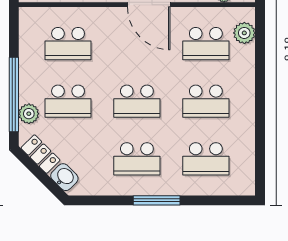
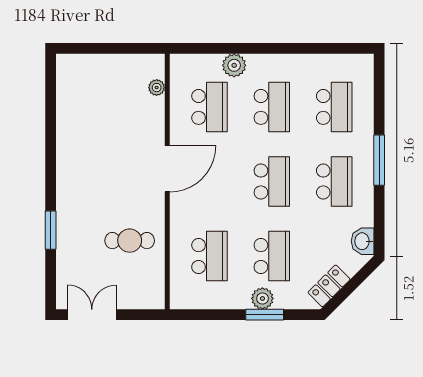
plant: (244, 33) -> (234, 65), moved
window: (14, 94) -> (265, 315), width x0.47
plant: (29, 114) -> (262, 298), moved
washbasin: (64, 177) -> (363, 241), moved, turned -45

